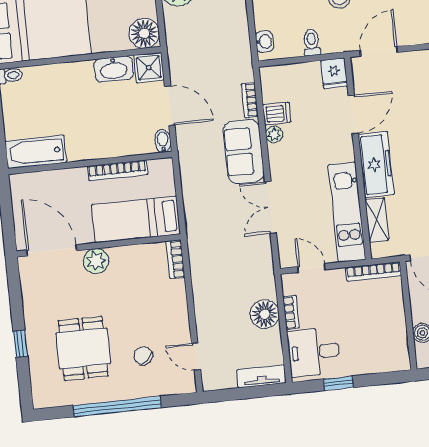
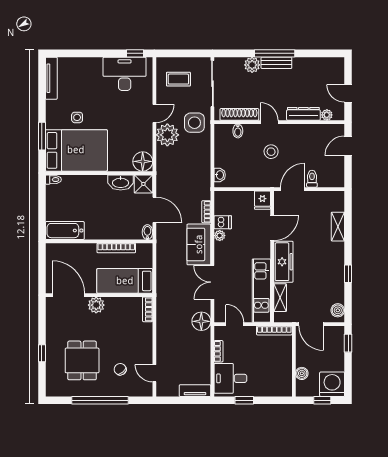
toilet: (312, 43) -> (312, 179), moved
floor lamp: (265, 314) -> (201, 321), moved

